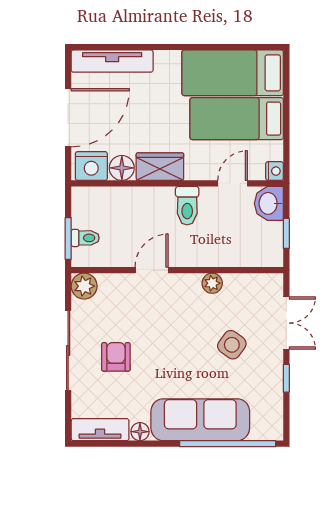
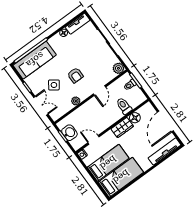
nightstand: (91, 166) -> (146, 111), removed
door: (233, 183) -> (94, 140), swing flipped
washbasin: (269, 203) -> (69, 133), moved
toilet: (187, 206) -> (124, 106), moved
double door: (286, 323) -> (41, 106), swing flipped
armchair: (116, 357) -> (75, 75), moved
sofa: (200, 420) -> (35, 60), moved

